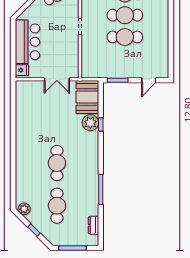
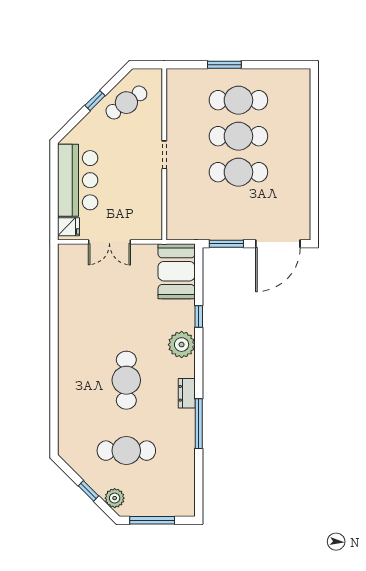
double door: (57, 79) -> (109, 242), moved
door: (149, 80) -> (278, 244), width x1.88
plant: (90, 123) -> (182, 345), moved
cafe table: (57, 206) -> (126, 451), turned 90
plant: (24, 209) -> (115, 498), moved
dresser: (93, 225) -> (187, 393), moved

